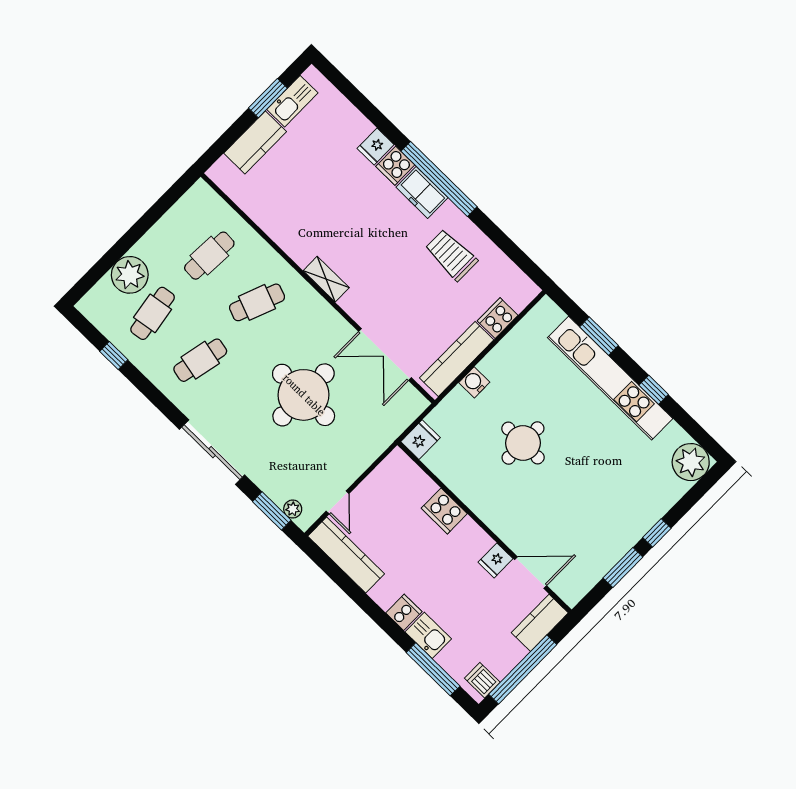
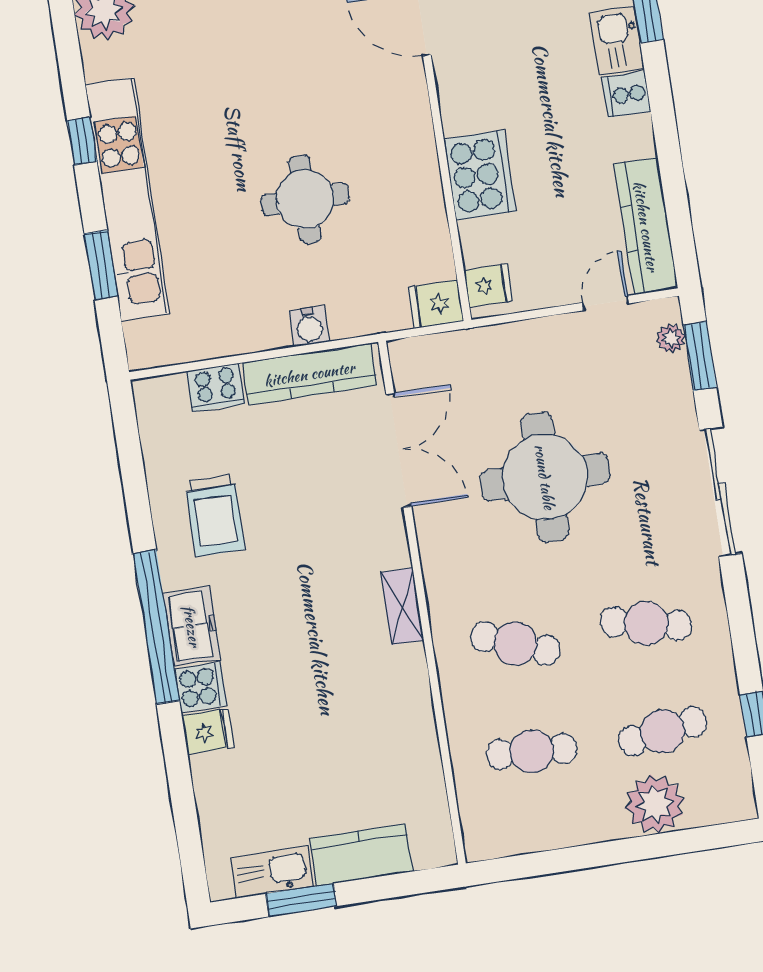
cooker: (444, 511) -> (480, 175), width x1.37, depth x1.31
fridge: (496, 560) -> (488, 285), moved

